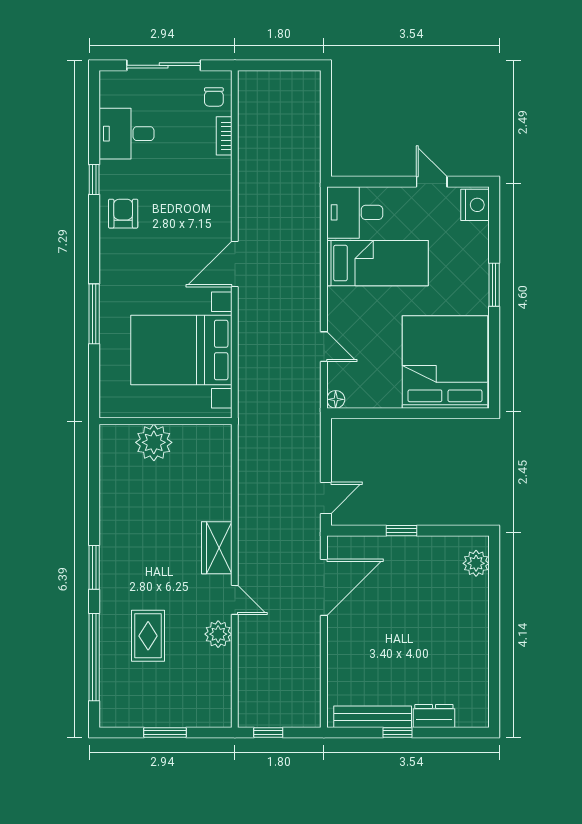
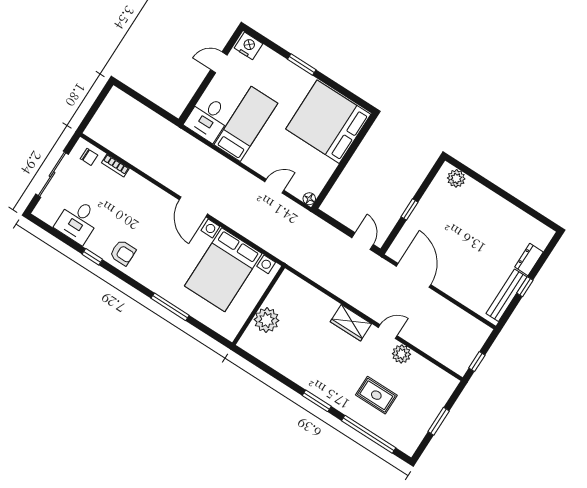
armchair: (123, 214) -> (123, 253), turned 180

